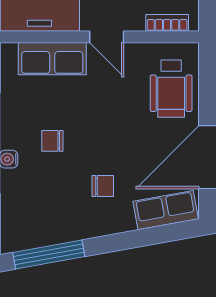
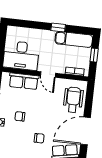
wheelchair: (171, 89) -> (73, 100), turned 180

